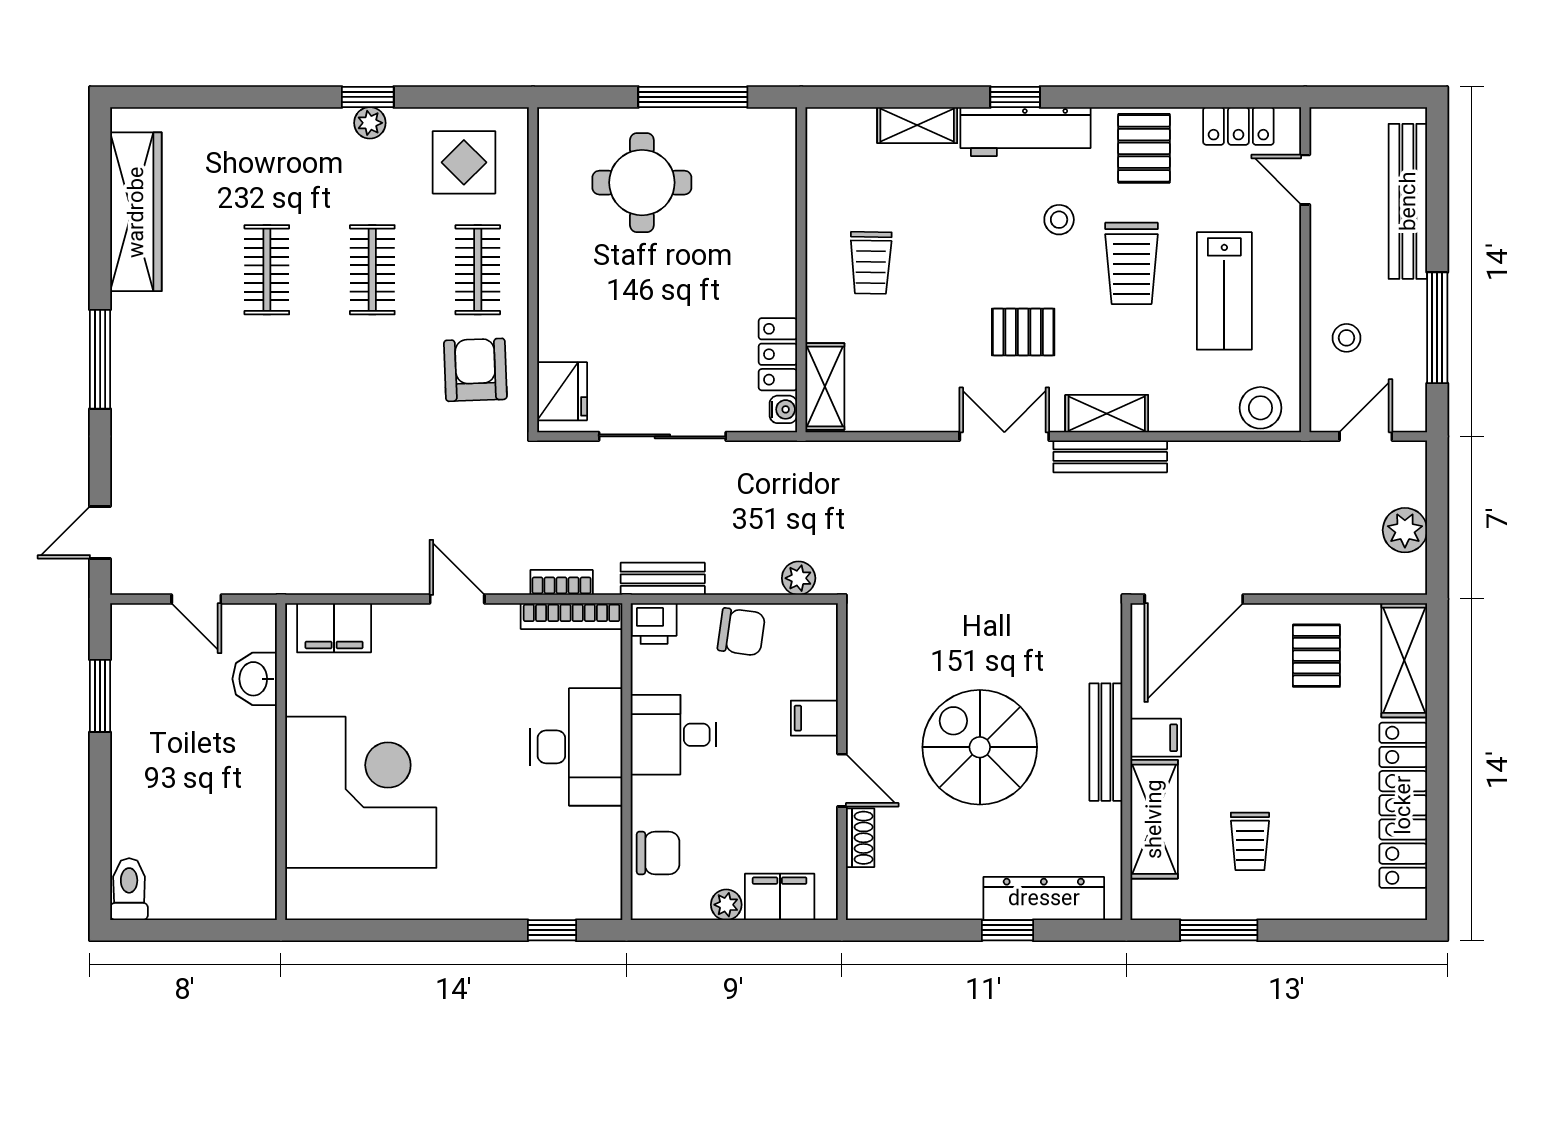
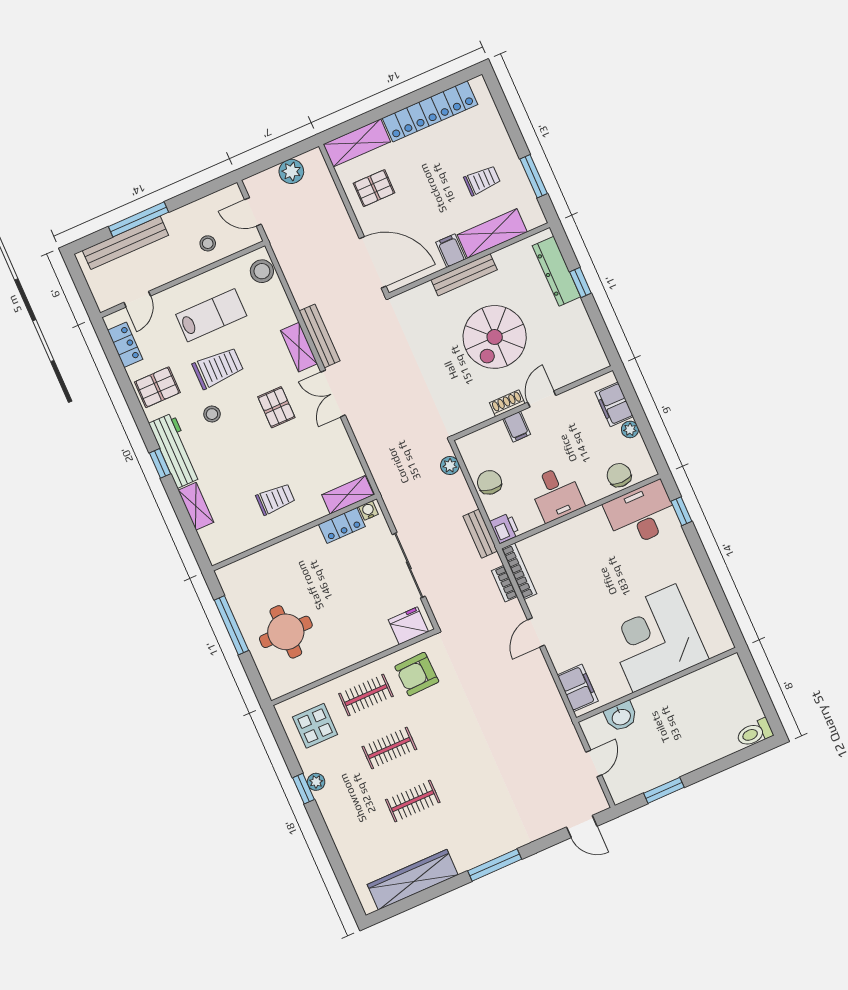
window: (1437, 328) -> (139, 219), moved
desk: (576, 747) -> (641, 514), moved
shoe rack: (860, 838) -> (507, 403), moved

